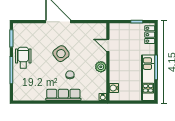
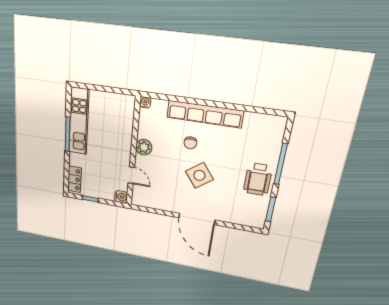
water cooler: (114, 88) -> (121, 197), moved
row of seats: (63, 95) -> (205, 114), width x1.36

